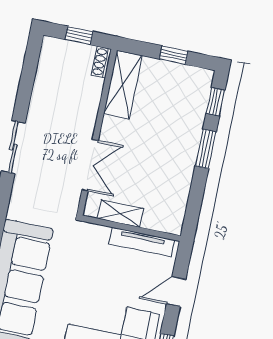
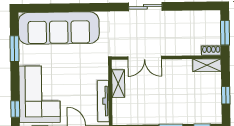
window: (79, 36) -> (225, 33), width x1.50
shelving: (123, 85) -> (207, 65), width x0.67, depth x0.75

